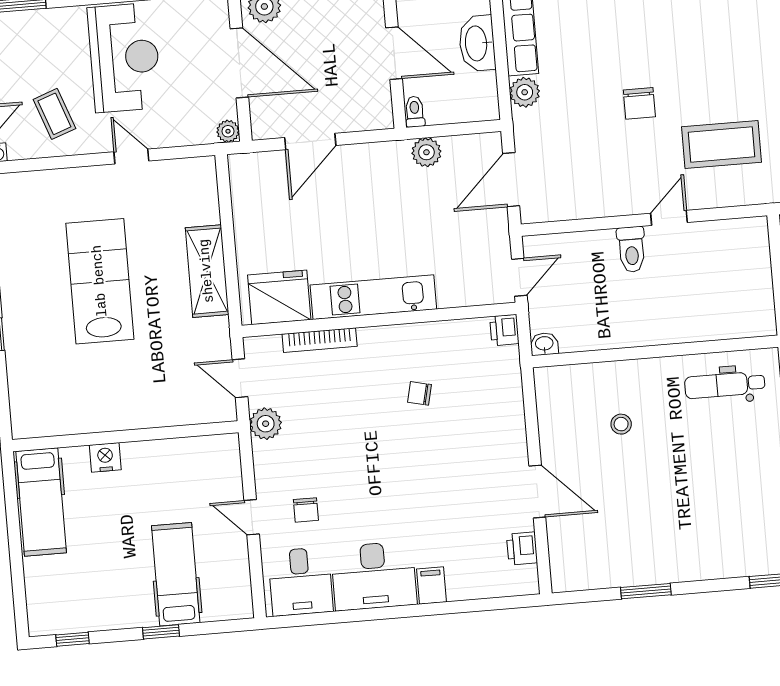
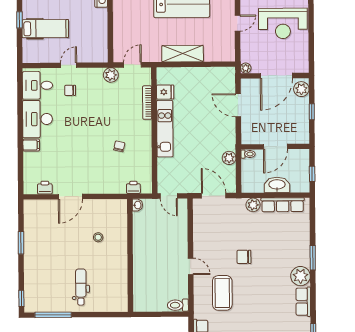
toilet: (631, 249) -> (178, 305), moved
fridge: (279, 297) -> (165, 92), width x0.53, depth x0.75
printer: (504, 330) -> (133, 187), moved
dental chair: (725, 385) -> (81, 287), moved

